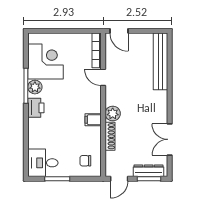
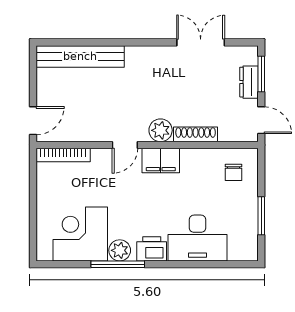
door: (103, 77) -> (125, 145), moved
filing cabinet: (93, 120) -> (161, 160), width x2.00
double door: (170, 139) -> (201, 42), swing flipped
desk: (43, 163) -> (198, 238), moved, width x1.37
dresser: (149, 171) -> (249, 82), width x0.70

